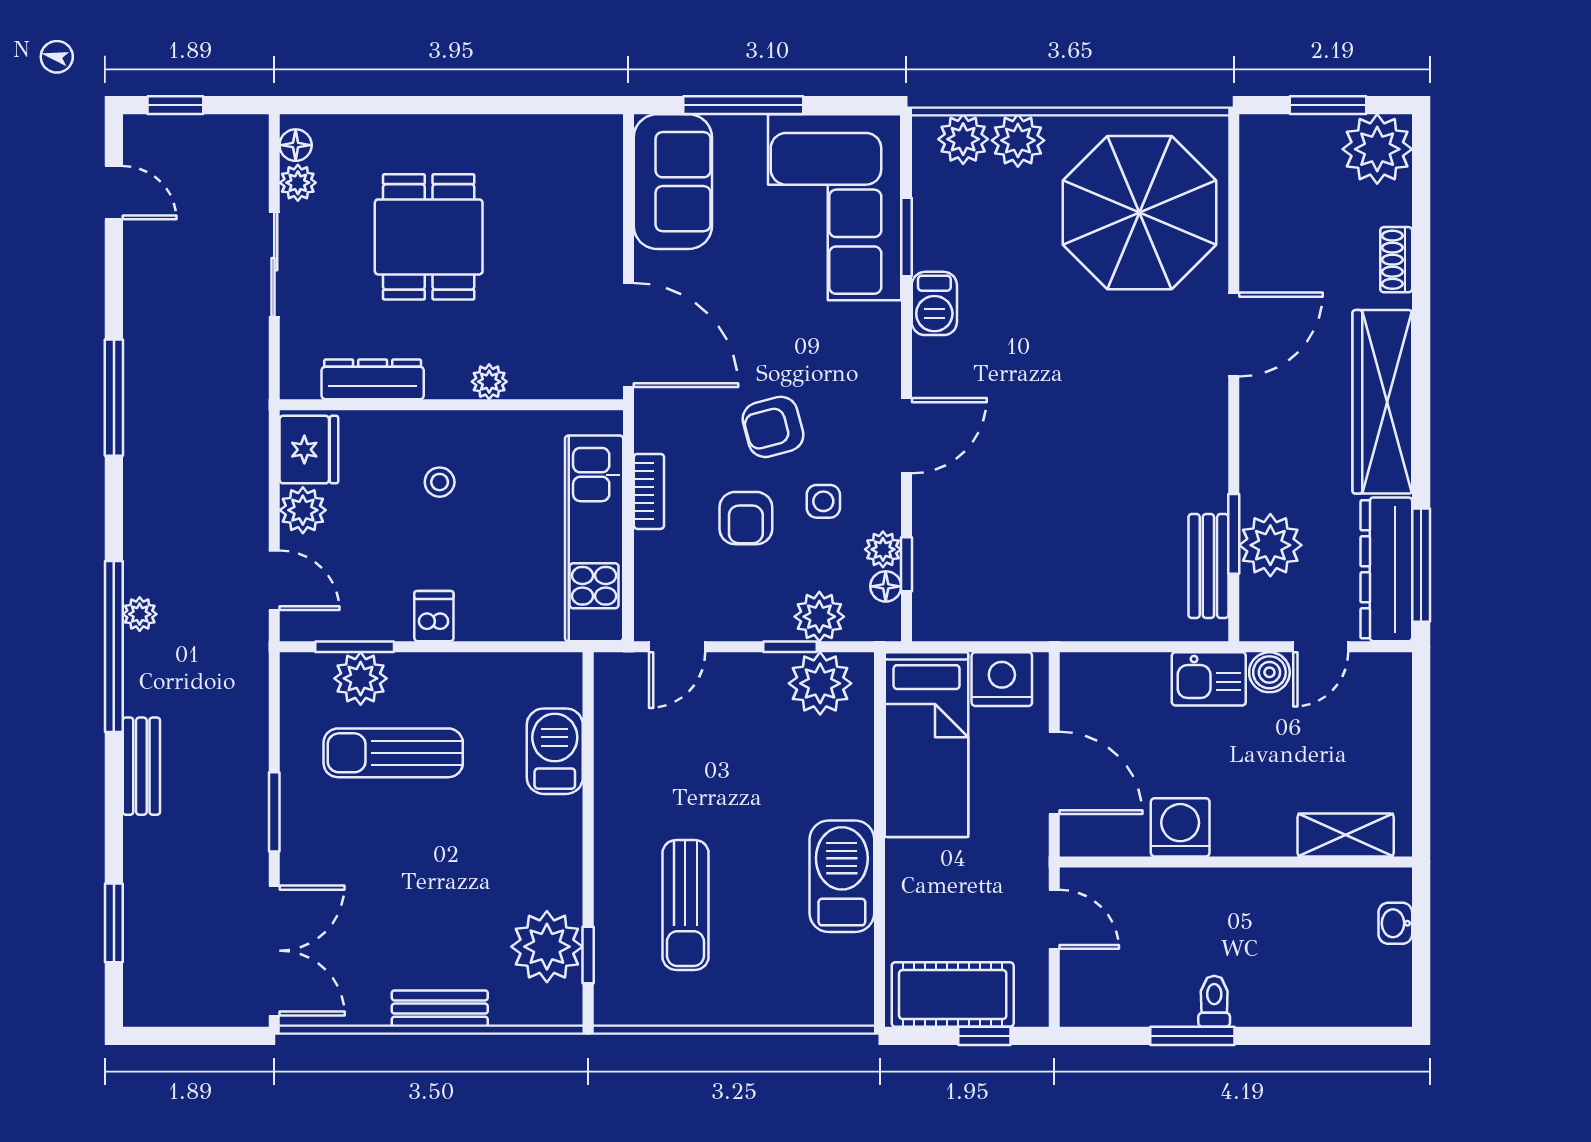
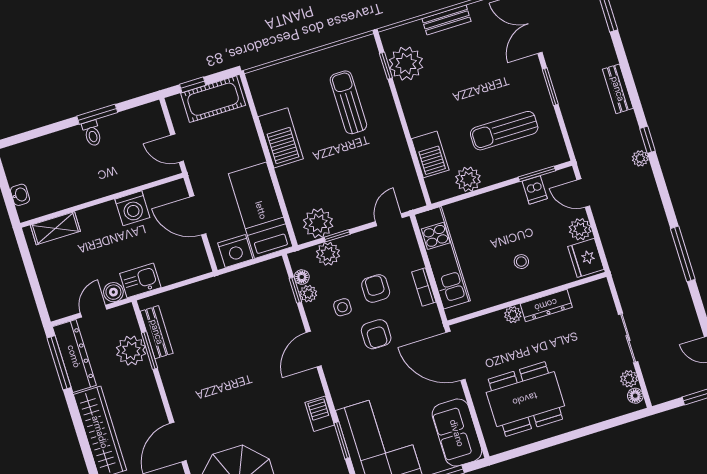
dining table: (429, 237) -> (525, 399), moved, width x1.38
dresser: (373, 379) -> (546, 305), moved
armchair: (773, 427) -> (376, 334), turned 105
dishwasher: (434, 616) -> (535, 190), moved
window: (114, 646) -> (647, 140), width x0.32
plant: (361, 678) -> (468, 179), moved
sun lounger: (393, 753) -> (504, 131), turned 180

